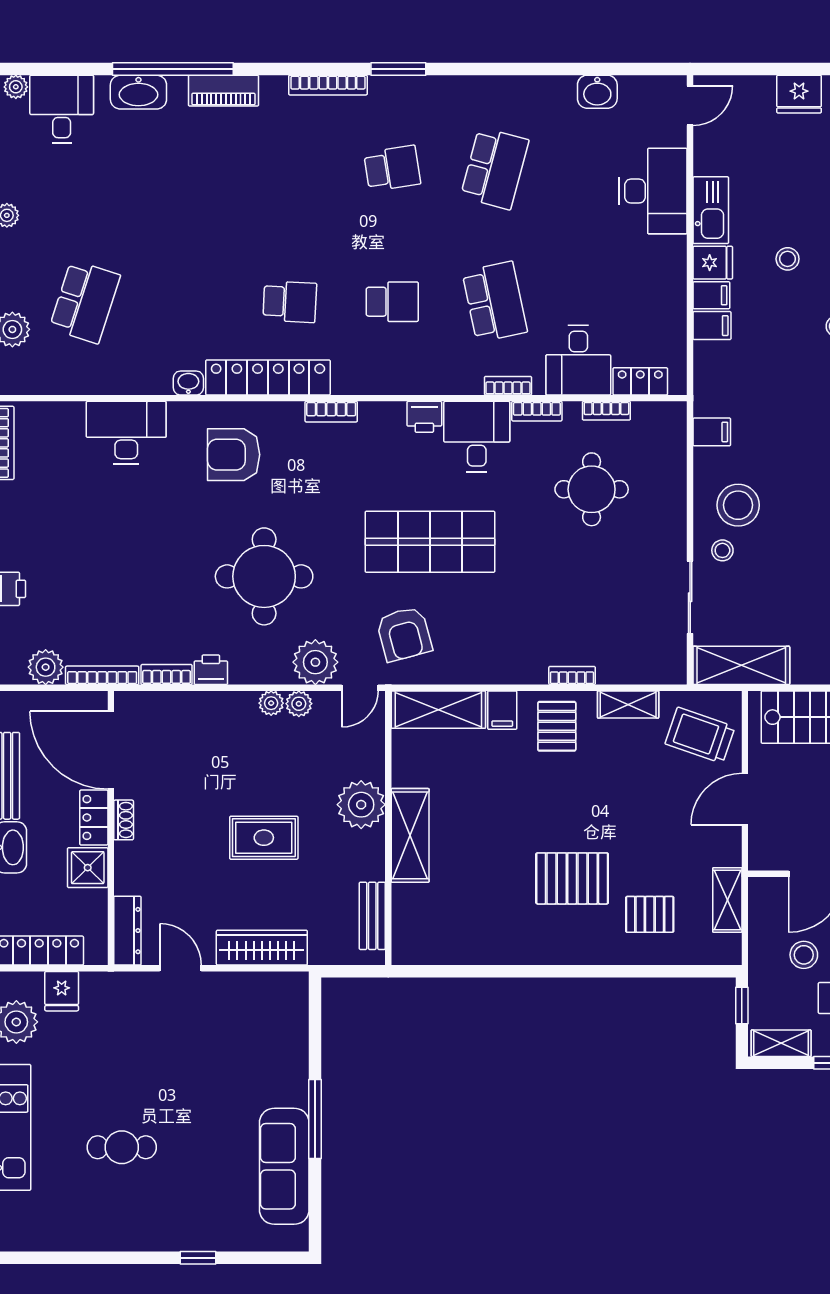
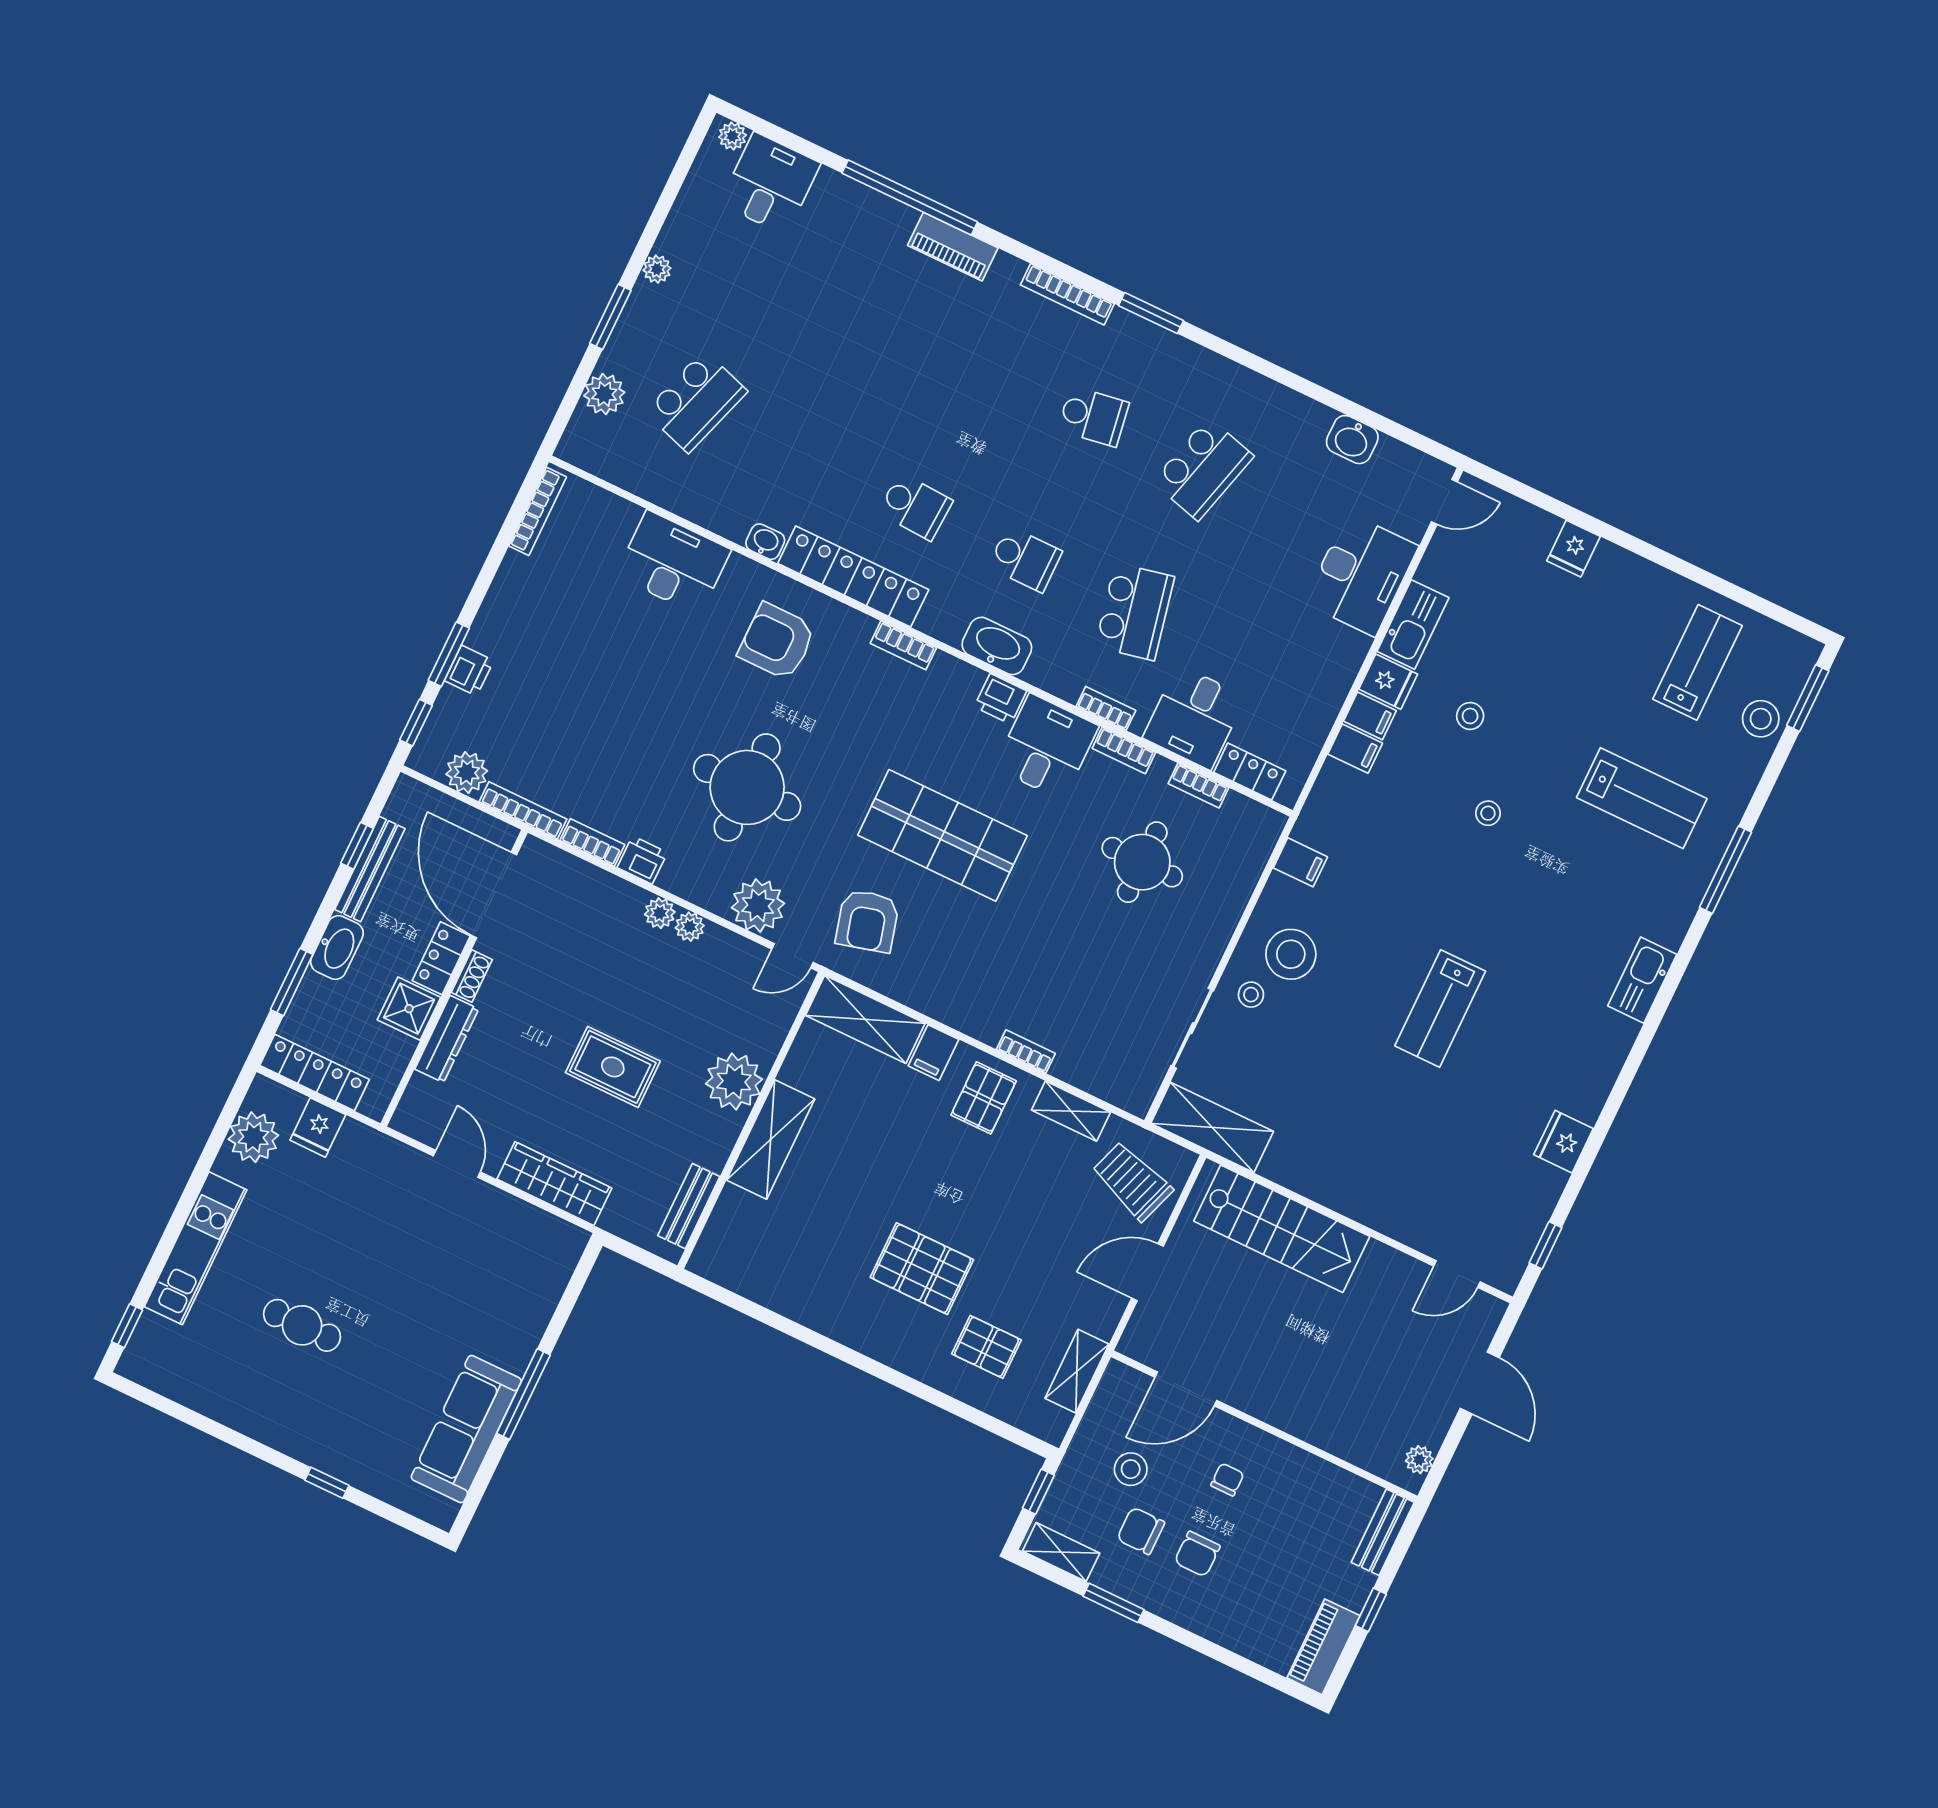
washbasin: (138, 92) -> (997, 646), moved, turned 180
fridge: (799, 94) -> (1574, 549), width x0.72
plant: (299, 704) -> (660, 913), moved
dresser: (127, 931) -> (447, 1039), moved

